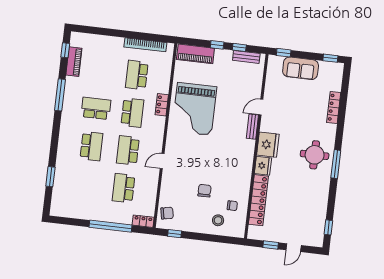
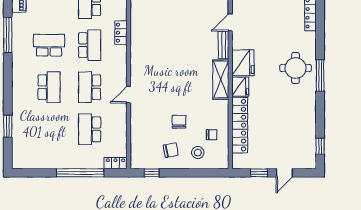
grand piano: (194, 109) -> (157, 33), removed
shelving: (246, 157) -> (221, 80), added
chair: (167, 213) -> (171, 150), moved

